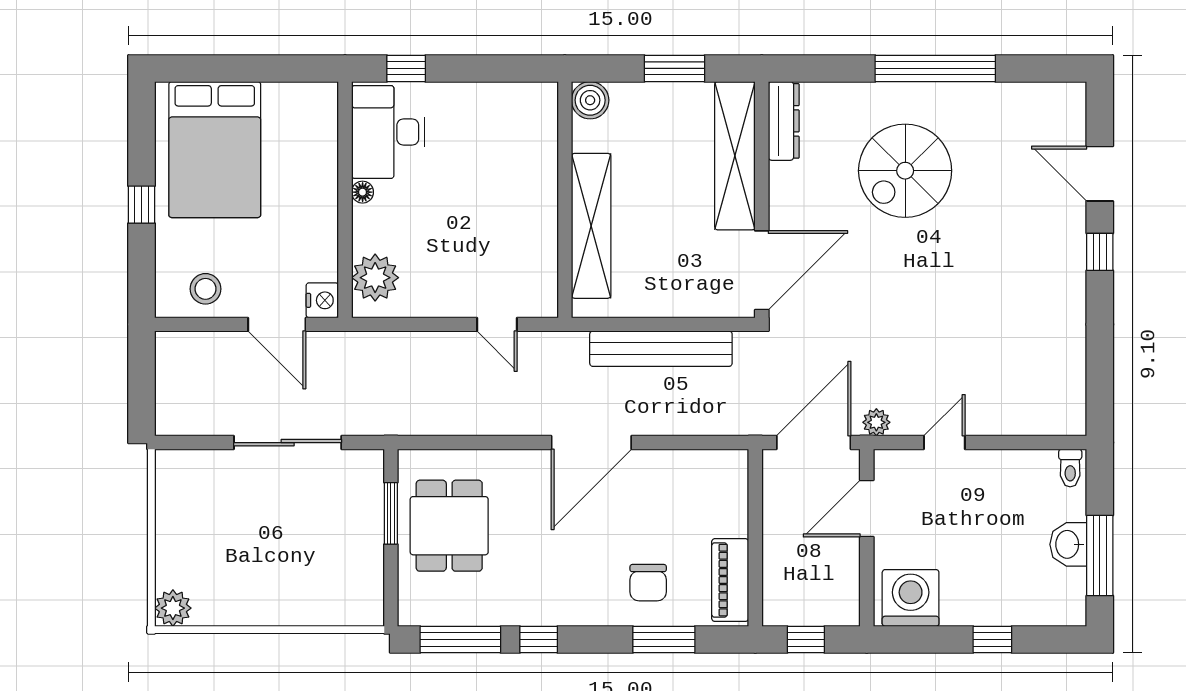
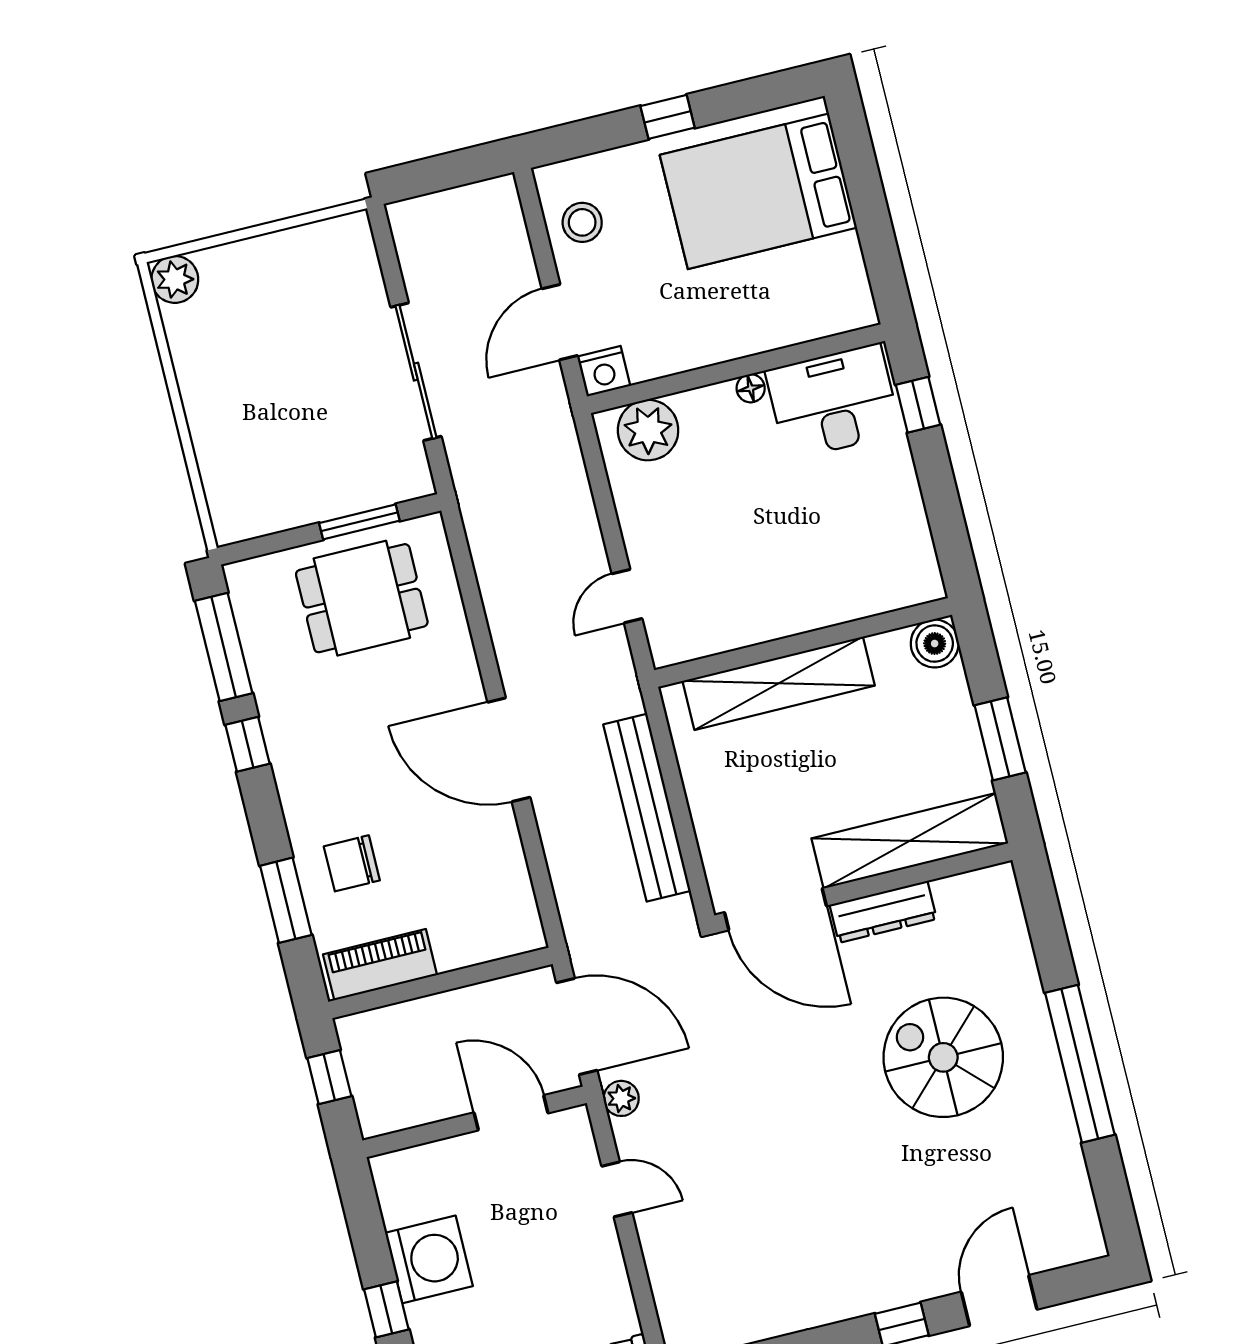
dresser: (784, 121) -> (883, 912), moved
washing machine: (911, 598) -> (429, 1259), moved

